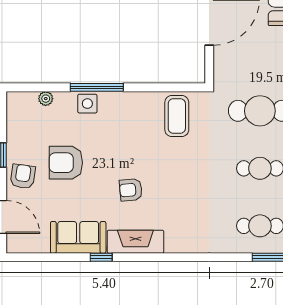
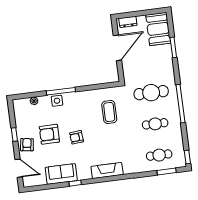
coffee table: (177, 116) -> (109, 112), moved
armchair: (131, 190) -> (77, 137), moved
fireplace: (135, 242) -> (107, 171), moved

